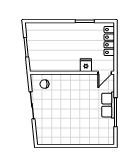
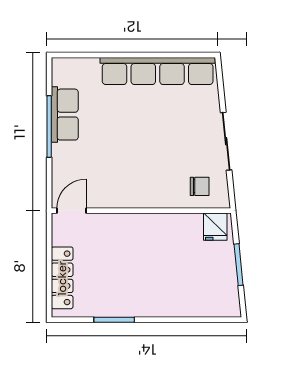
fridge: (86, 65) -> (215, 227), moved
row of seats: (108, 105) -> (65, 115), moved
row of seats: (64, 138) -> (158, 71), added

